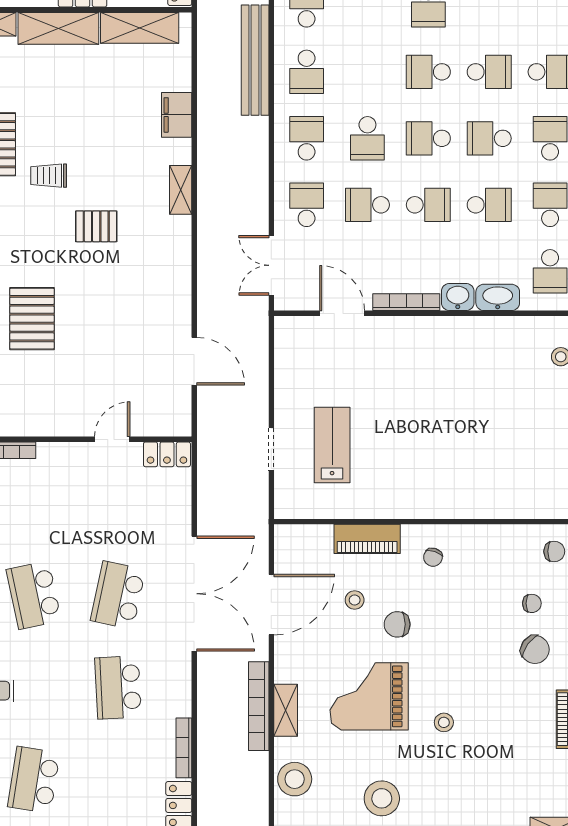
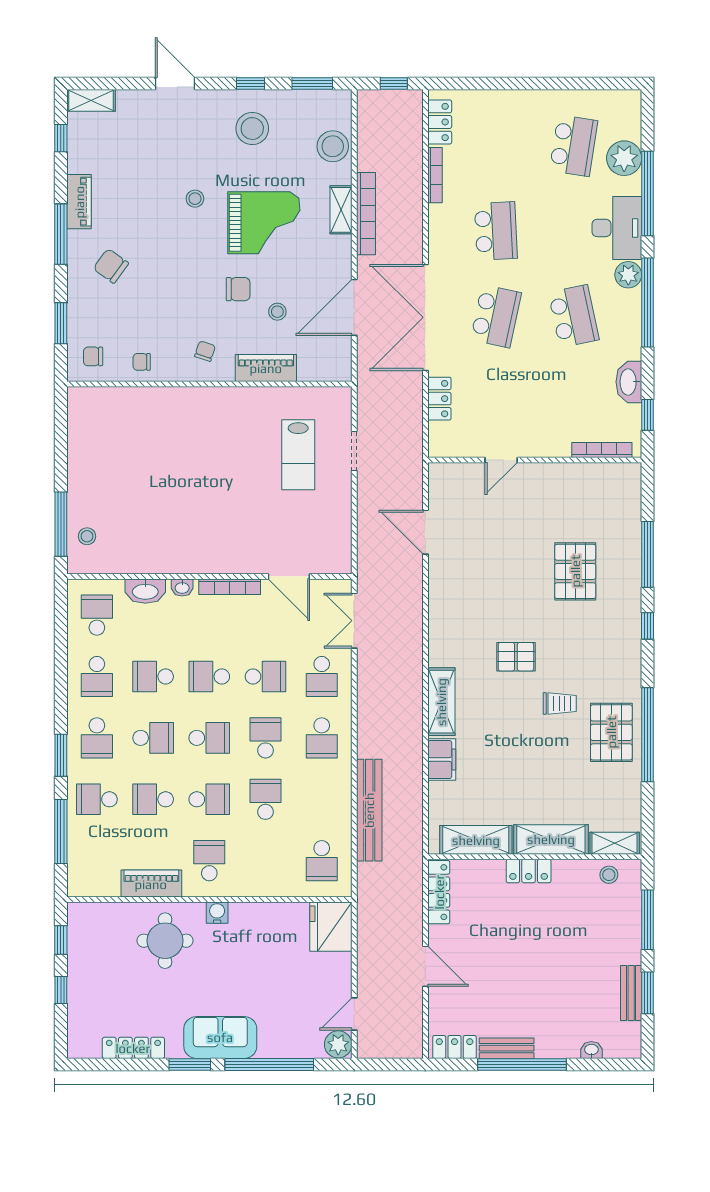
school desk: (307, 72) -> (265, 799), moved
shelving: (181, 190) -> (441, 702), width x1.50, depth x1.33
double door: (271, 265) -> (354, 621), swing flipped
washbasin: (458, 297) -> (182, 587), width x0.72, depth x0.69
locker: (167, 454) -> (439, 399), moved, turned 90
chair: (532, 603) -> (142, 362), moved

